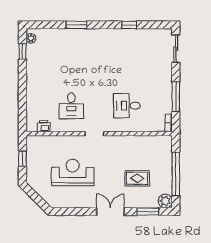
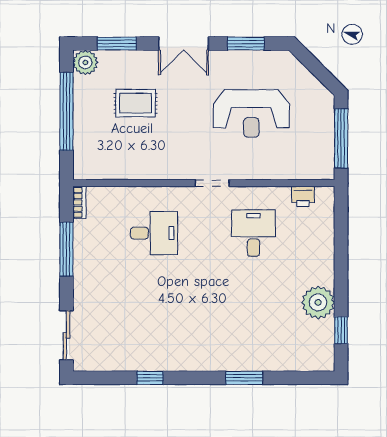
plant: (31, 38) -> (318, 302), moved, width x1.87, depth x1.87
window: (22, 159) -> (341, 138), width x2.17
window: (76, 212) -> (246, 44), added

